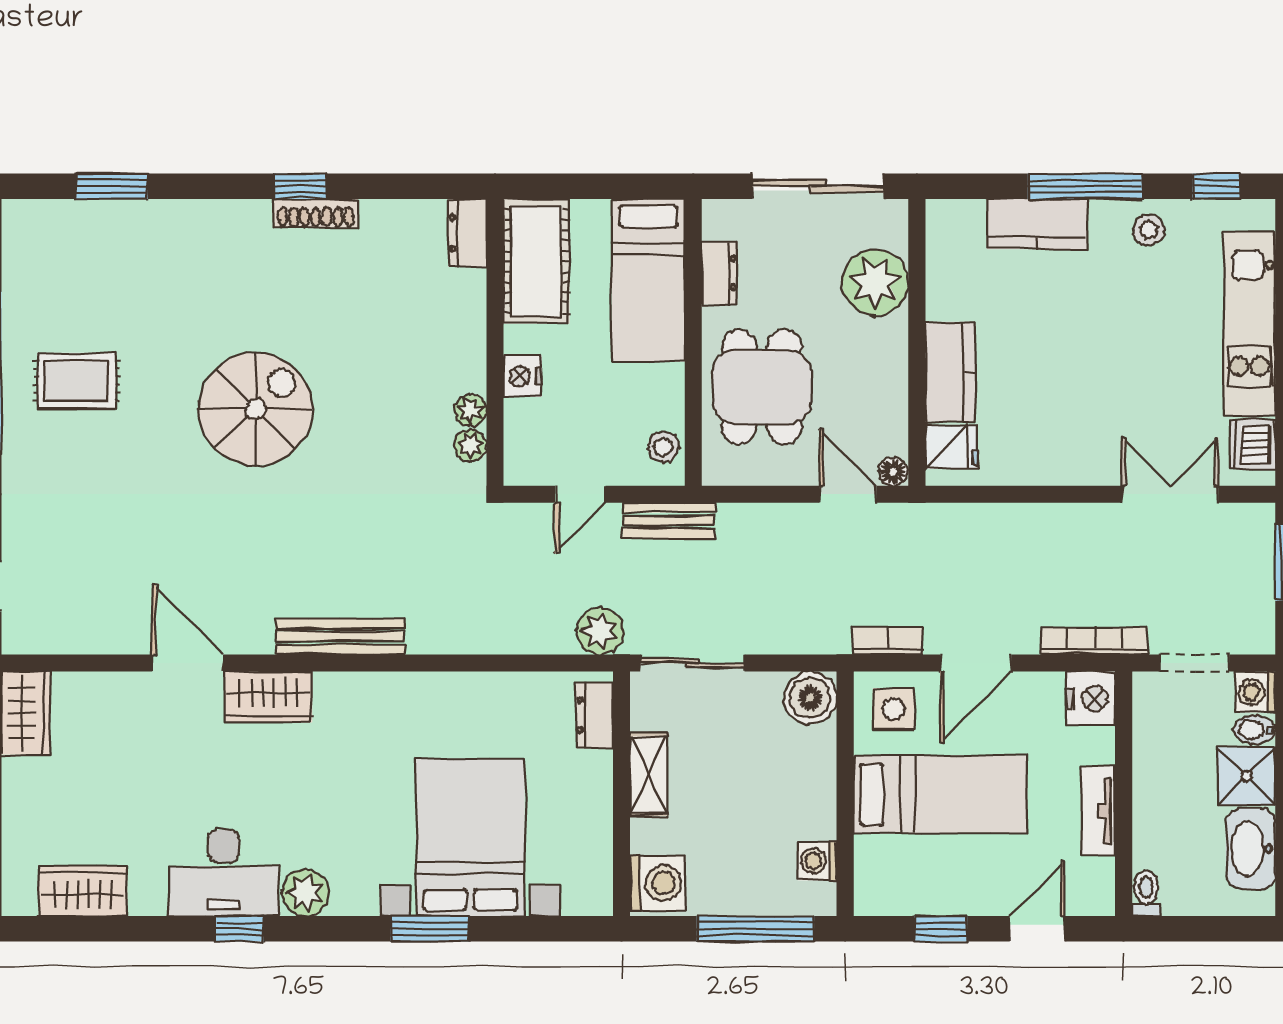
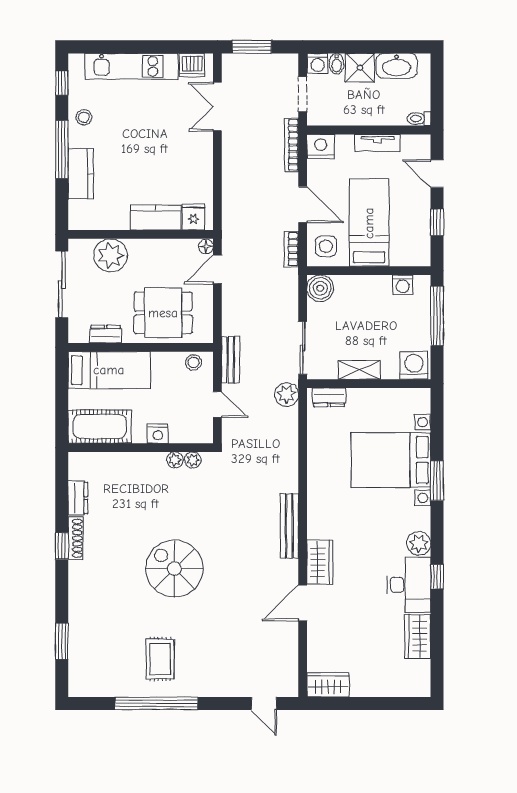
dresser: (467, 233) -> (78, 498), moved, turned -90
wardrobe: (83, 891) -> (418, 637), moved

